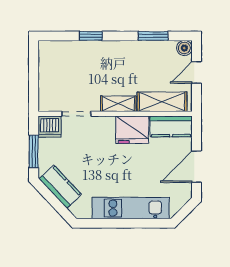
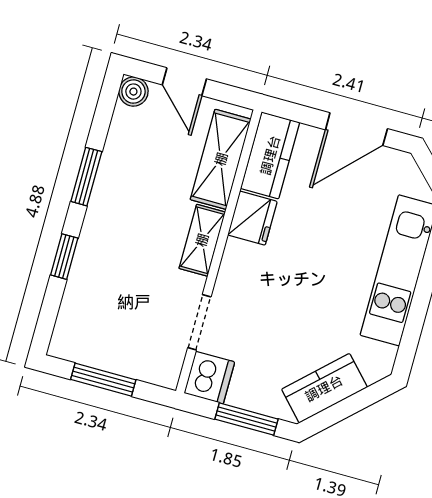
window: (153, 36) -> (86, 177), moved
window: (34, 73) -> (103, 380), added
fridge: (132, 130) -> (252, 218), width x0.73, depth x0.75
door: (196, 167) -> (356, 129), hinge flipped

